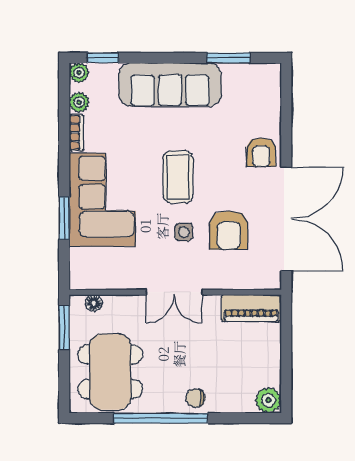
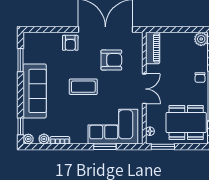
armchair: (261, 152) -> (70, 43), turned 90
corner sofa: (102, 200) -> (113, 127), moved
side table: (184, 232) -> (112, 84), removed

